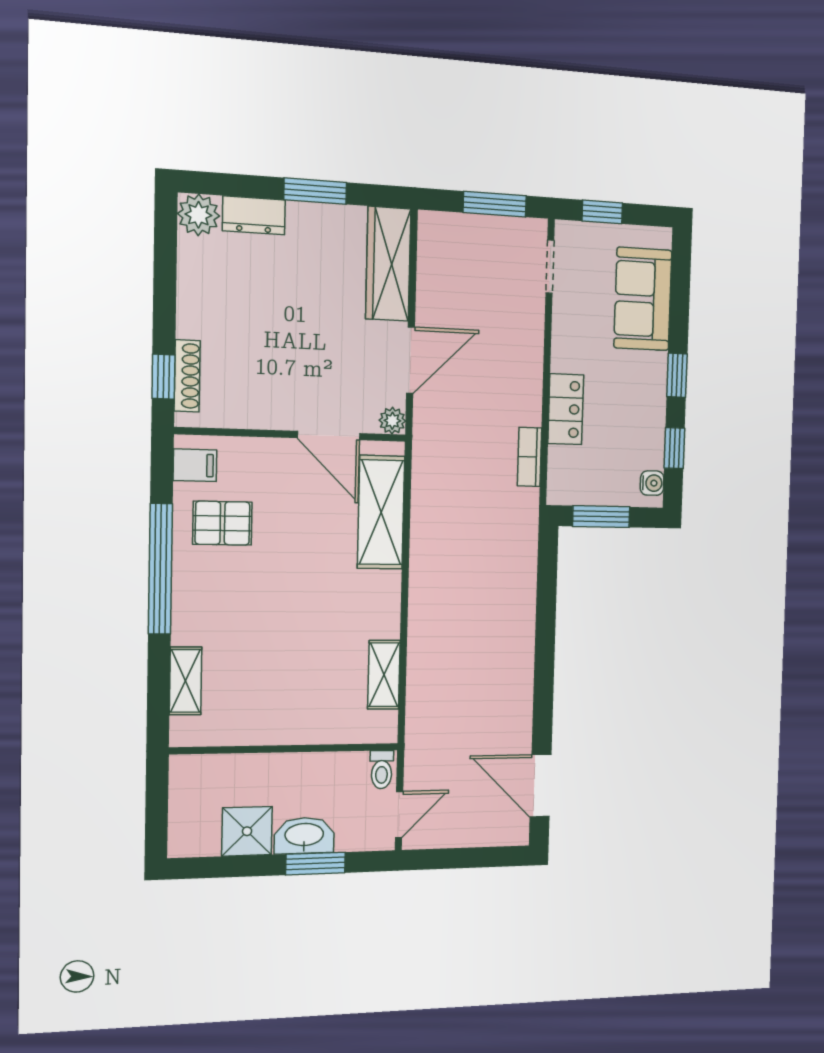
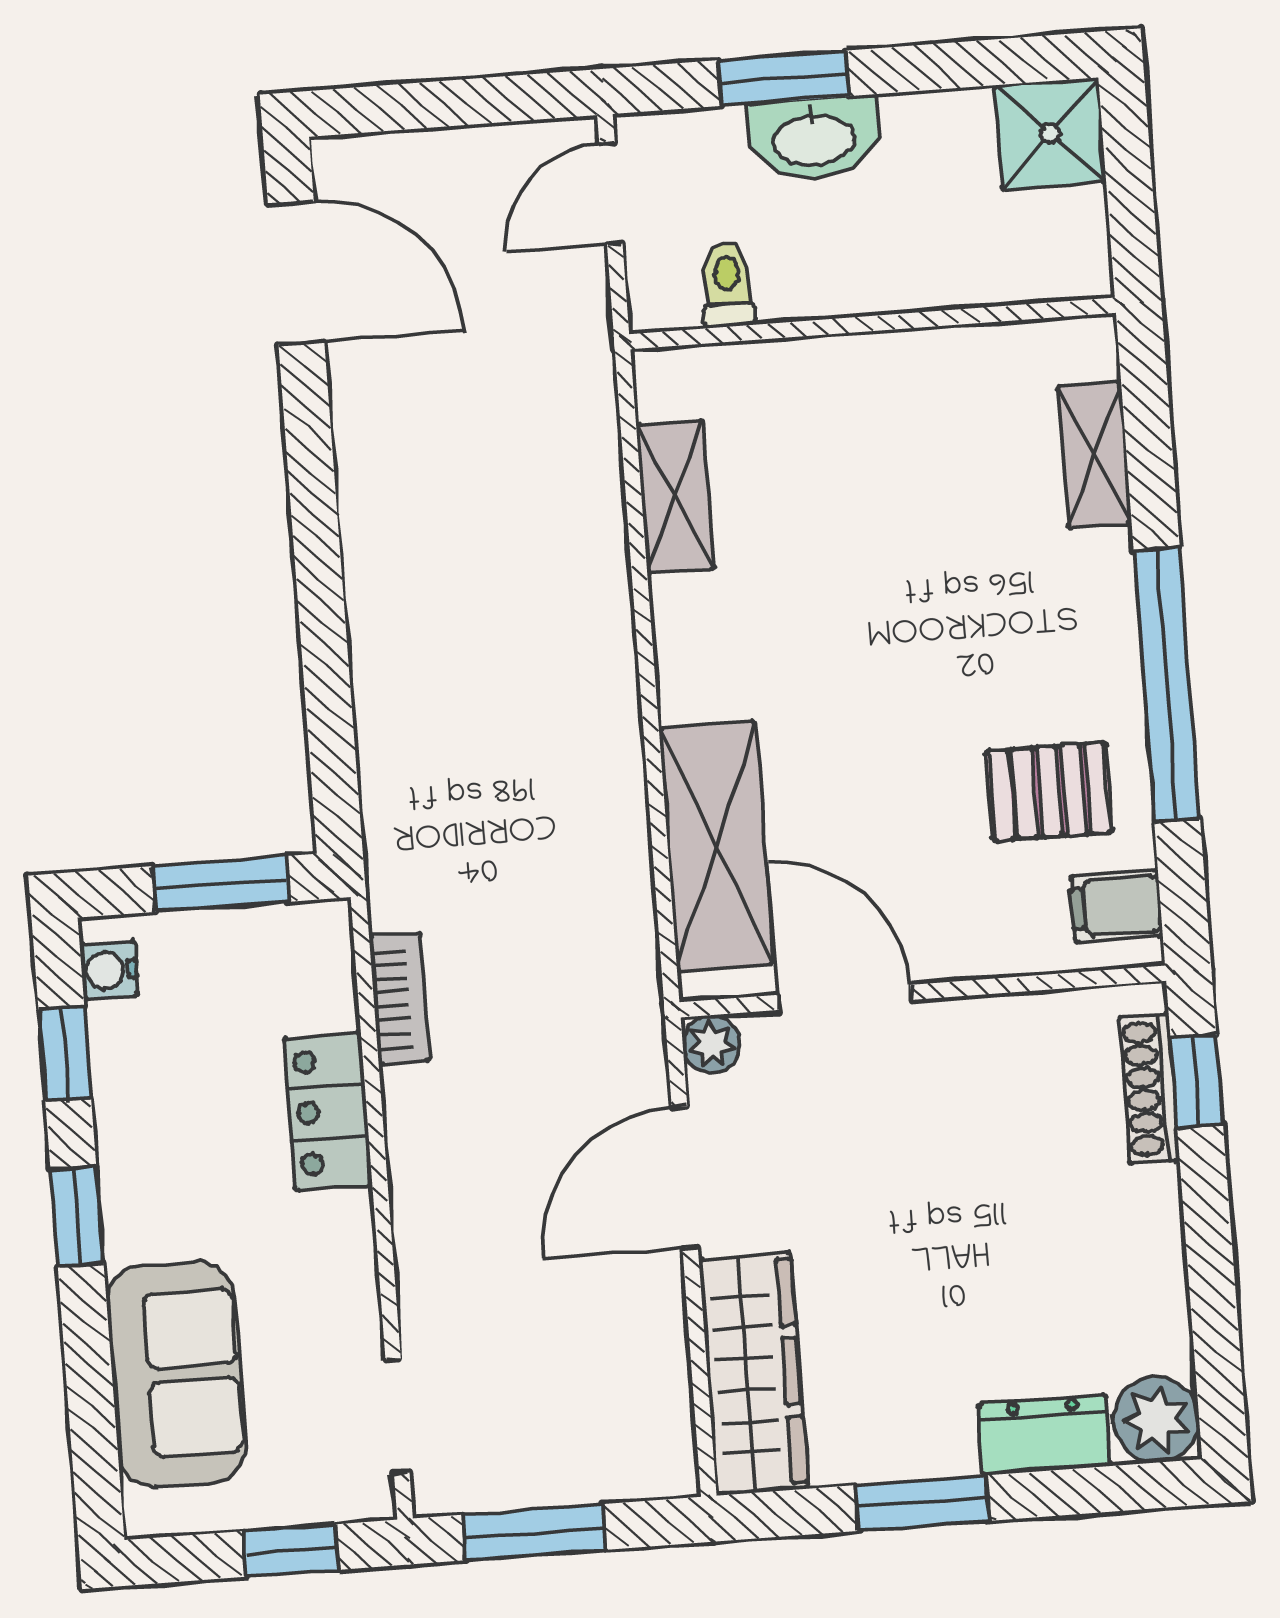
toilet: (382, 770) -> (727, 285), moved
shower: (247, 831) -> (1050, 134), moved

